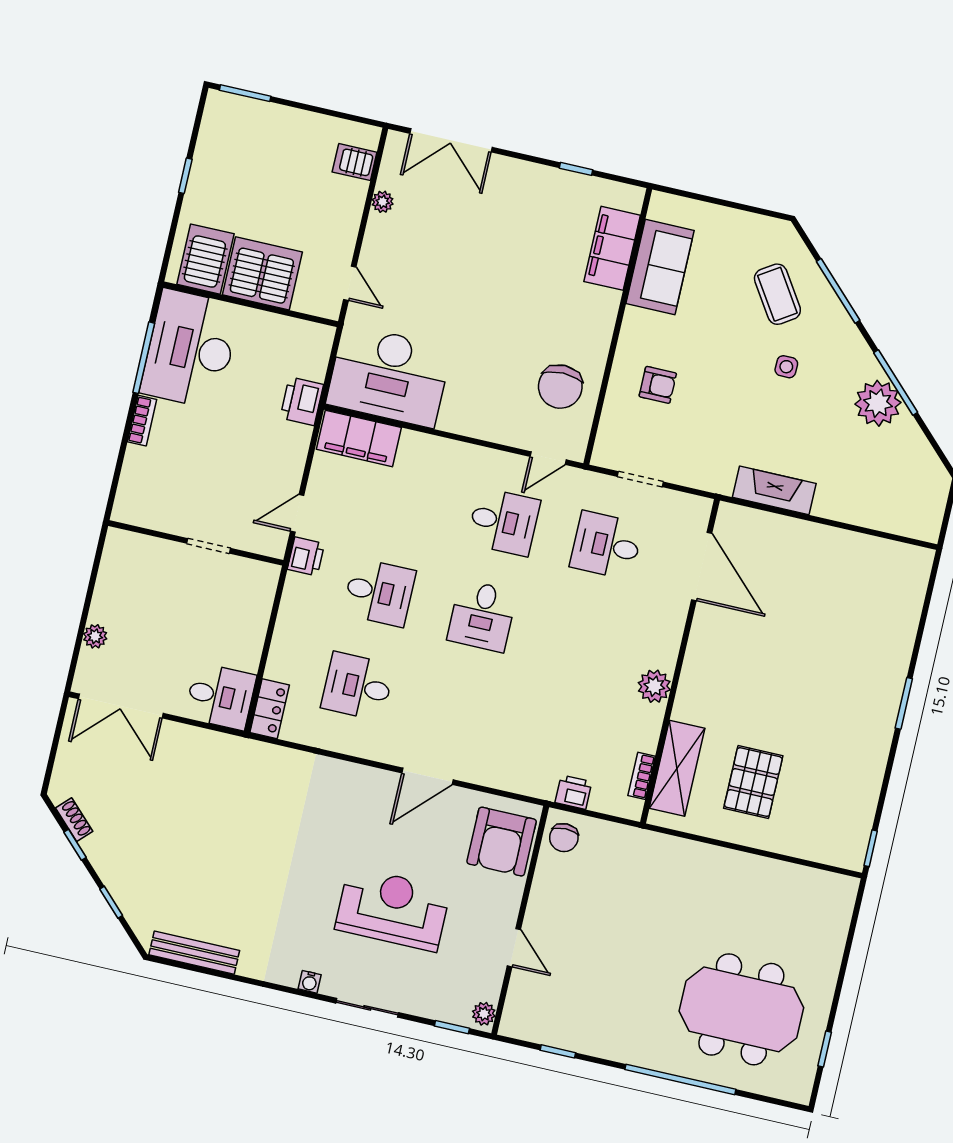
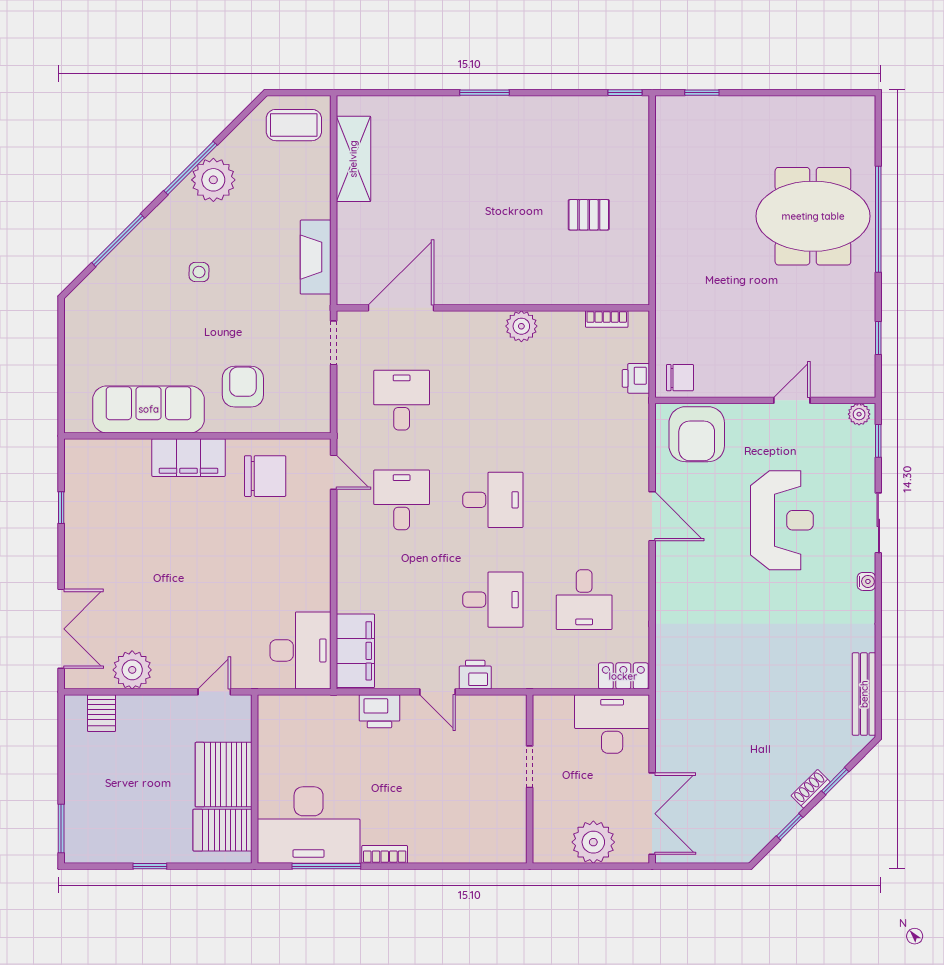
plant: (383, 202) -> (132, 670), width x1.88, depth x1.88
filing cabinet: (612, 248) -> (189, 458), moved
sofa: (660, 267) -> (149, 409), width x1.36
coffee table: (777, 294) -> (294, 125), moved, turned 33
desk: (389, 376) -> (300, 650), width x0.73, depth x0.77
armchair: (658, 385) -> (243, 387), width x1.38, depth x1.38
printer: (302, 401) -> (379, 711), moved
doorway: (640, 479) -> (334, 343), moved
wall: (196, 543) -> (530, 779), moved
desk: (606, 545) -> (402, 400), turned 180
doorway: (208, 546) -> (530, 767), moved
desk: (379, 592) -> (493, 600), turned 90
plant: (95, 636) -> (593, 842), width x1.87, depth x1.87
desk: (220, 696) -> (612, 724), width x1.37
shelving: (677, 768) -> (353, 159), moved, turned 90
pallet: (753, 782) -> (589, 215), width x0.67, depth x0.71
shoe rack: (74, 820) -> (811, 789), moved
armchair: (502, 842) -> (697, 434), turned 90
reception desk: (393, 909) -> (782, 520), turned 180
meeting table: (741, 1009) -> (813, 216), moved, turned 90
window: (825, 1049) -> (702, 93), moved

